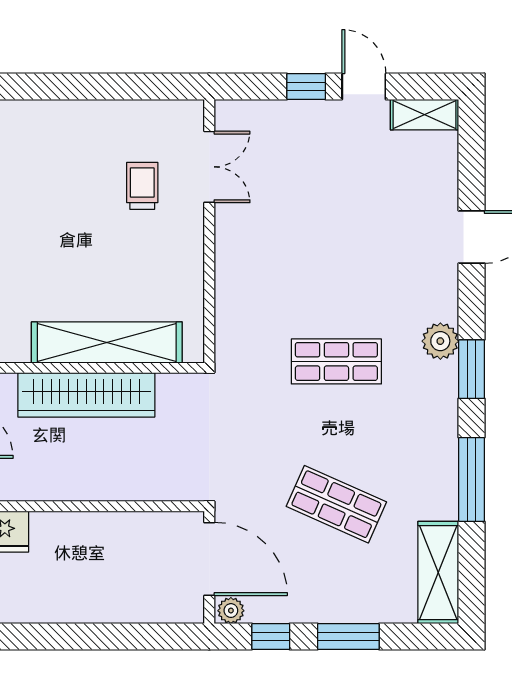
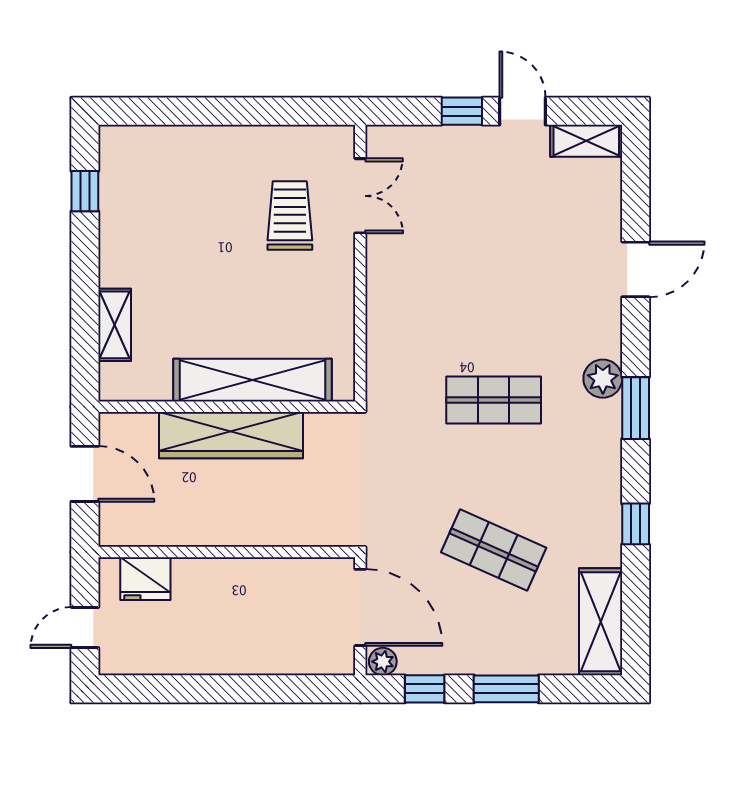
trolley: (142, 186) -> (290, 216), width x1.36, depth x1.39
window: (472, 479) -> (636, 524), width x0.46

